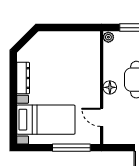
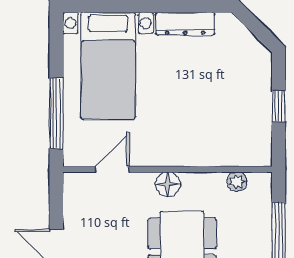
window: (68, 28) -> (279, 106), added
plant: (108, 37) -> (237, 182), moved

